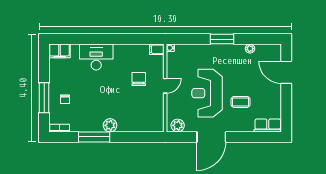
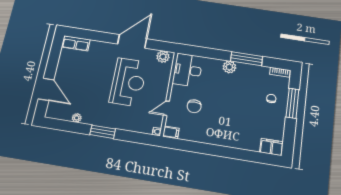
desk: (96, 57) -> (188, 70), moved, turned 90
door: (165, 86) -> (166, 108), moved
coffee table: (241, 102) -> (97, 69), removed

